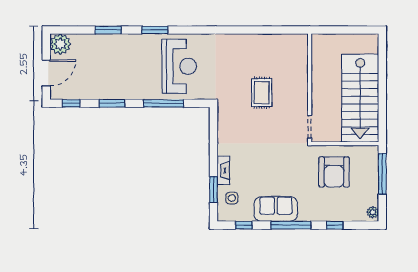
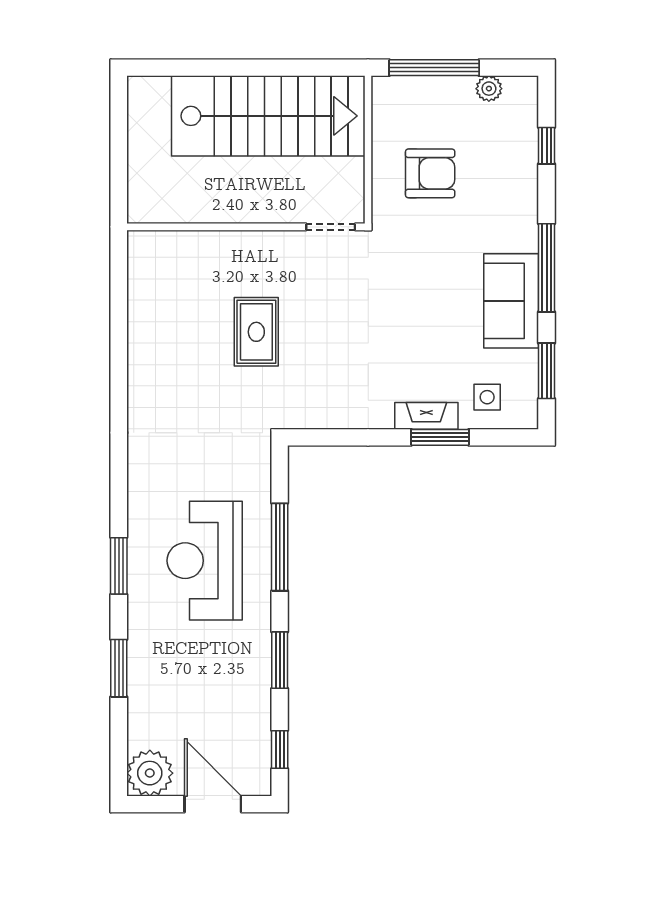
reception desk: (179, 66) -> (205, 561), moved, turned -90
rug: (262, 93) -> (256, 332), turned 90
armchair: (334, 172) -> (430, 173), width x0.73, depth x0.73
window: (213, 189) -> (440, 437), moved
plant: (373, 212) -> (489, 89), moved
window: (244, 225) -> (547, 371), width x1.50
window: (335, 225) -> (547, 146), moved

